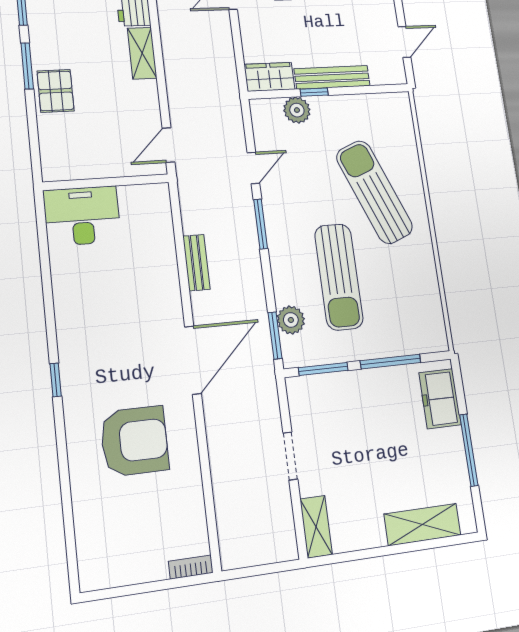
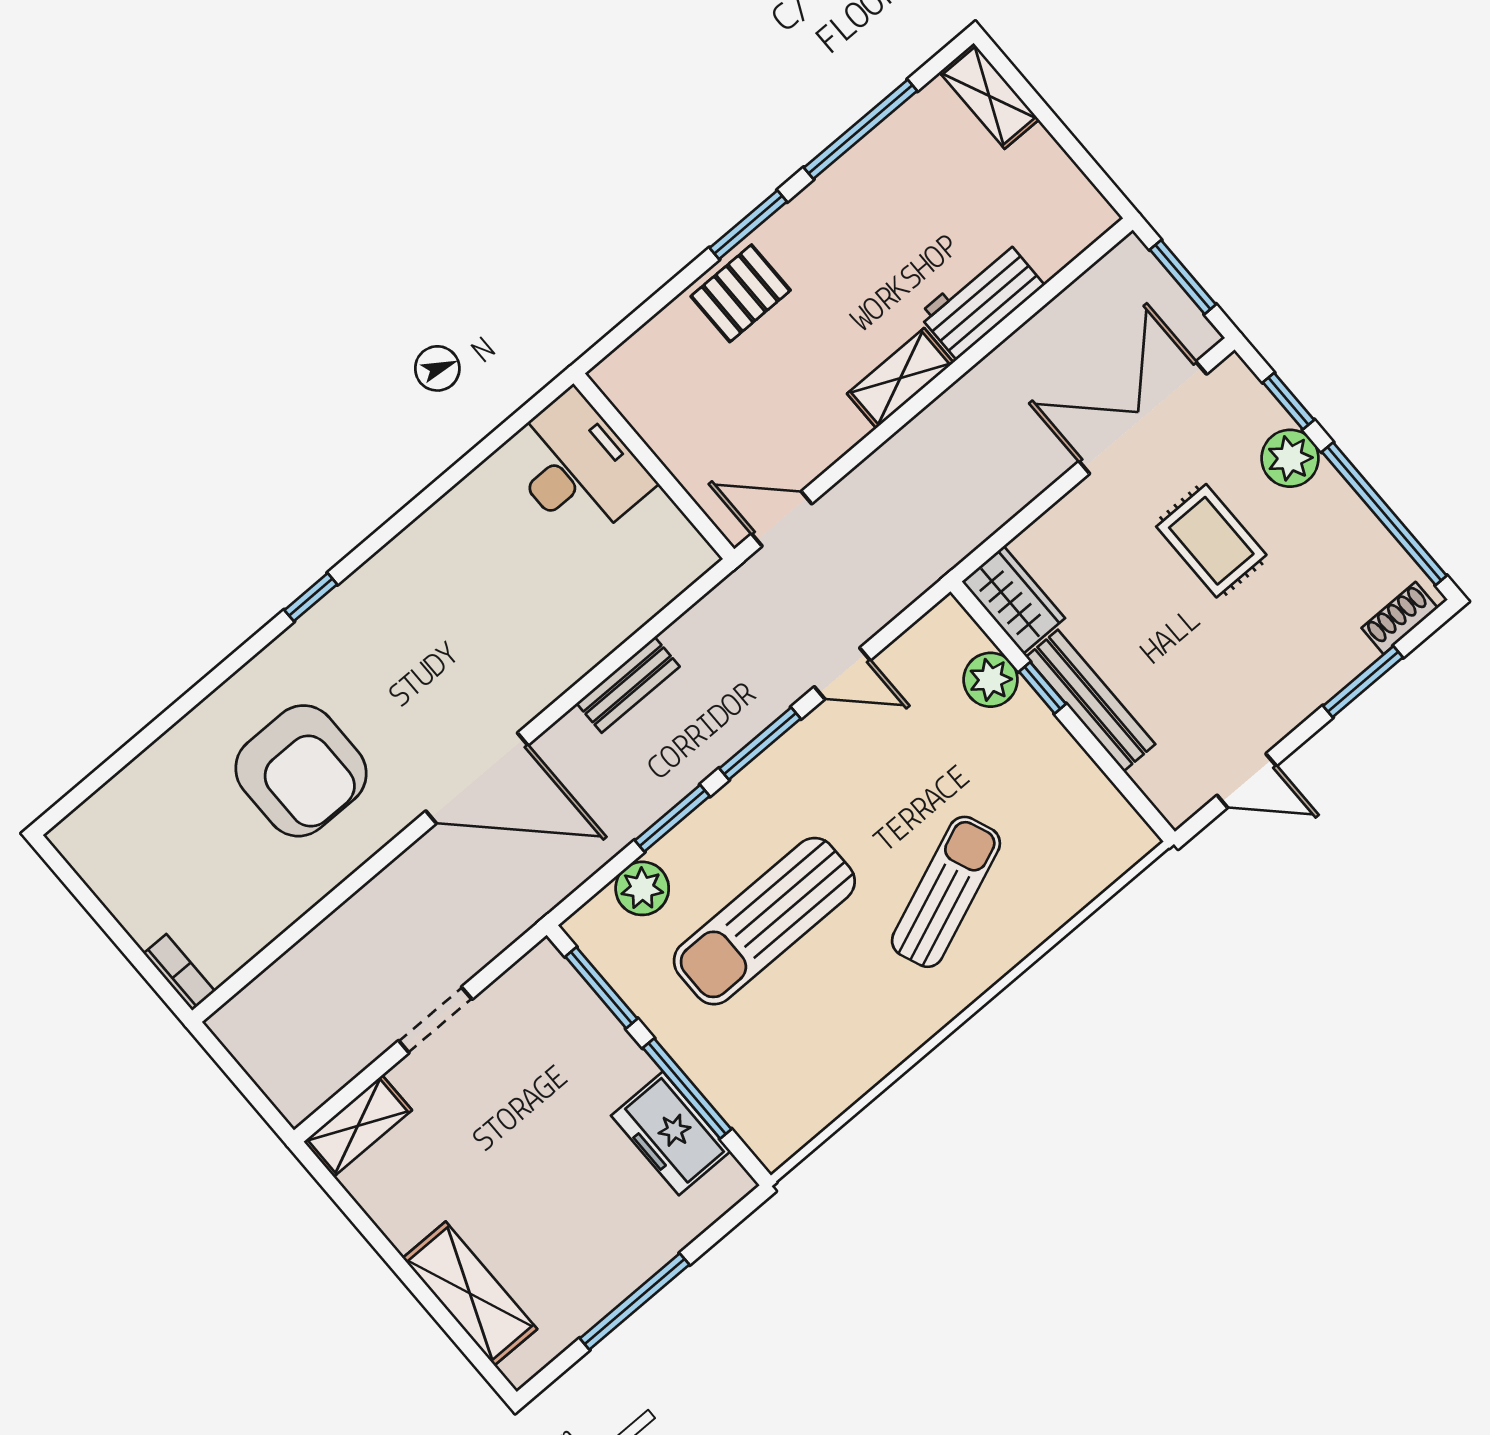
sun lounger: (374, 192) -> (946, 892), width x0.73, depth x0.75
window: (275, 335) -> (672, 818), moved
freezer: (440, 399) -> (671, 1133), moved, turned -90

